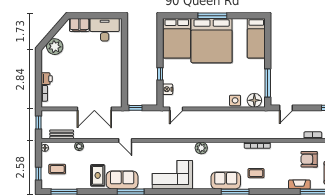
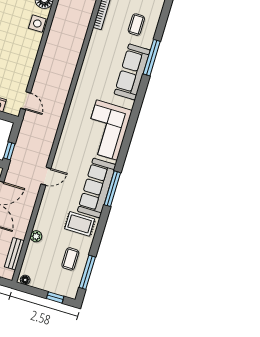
plant: (201, 148) -> (84, 84), removed
coffee table: (57, 169) -> (70, 259), moved
sofa: (122, 180) -> (97, 188), width x1.36
sofa: (226, 180) -> (132, 72), width x1.36

